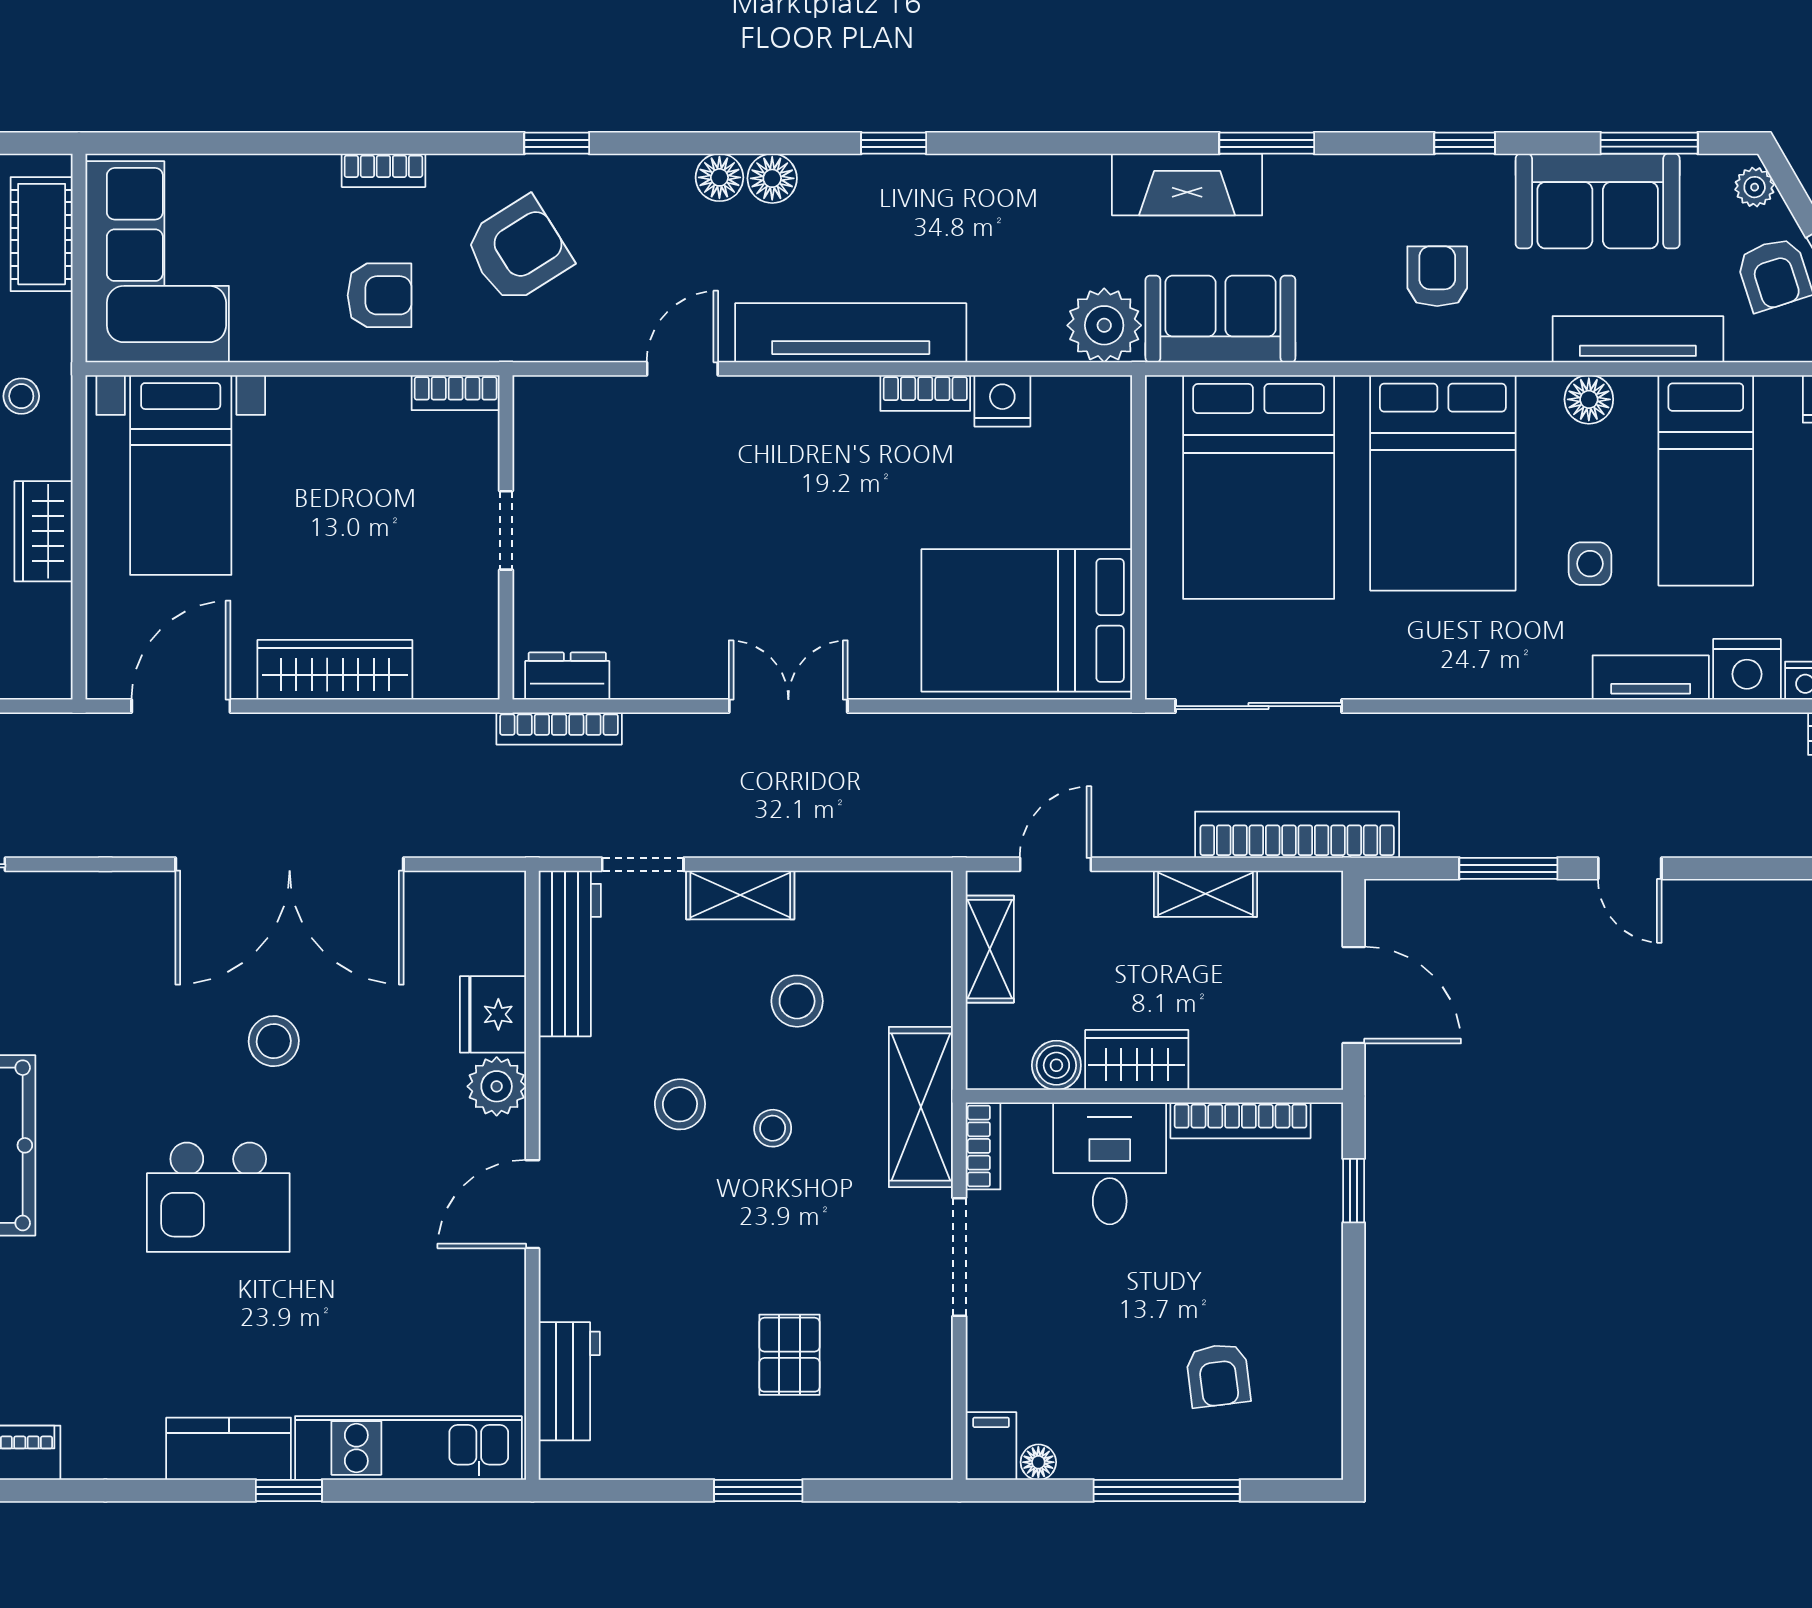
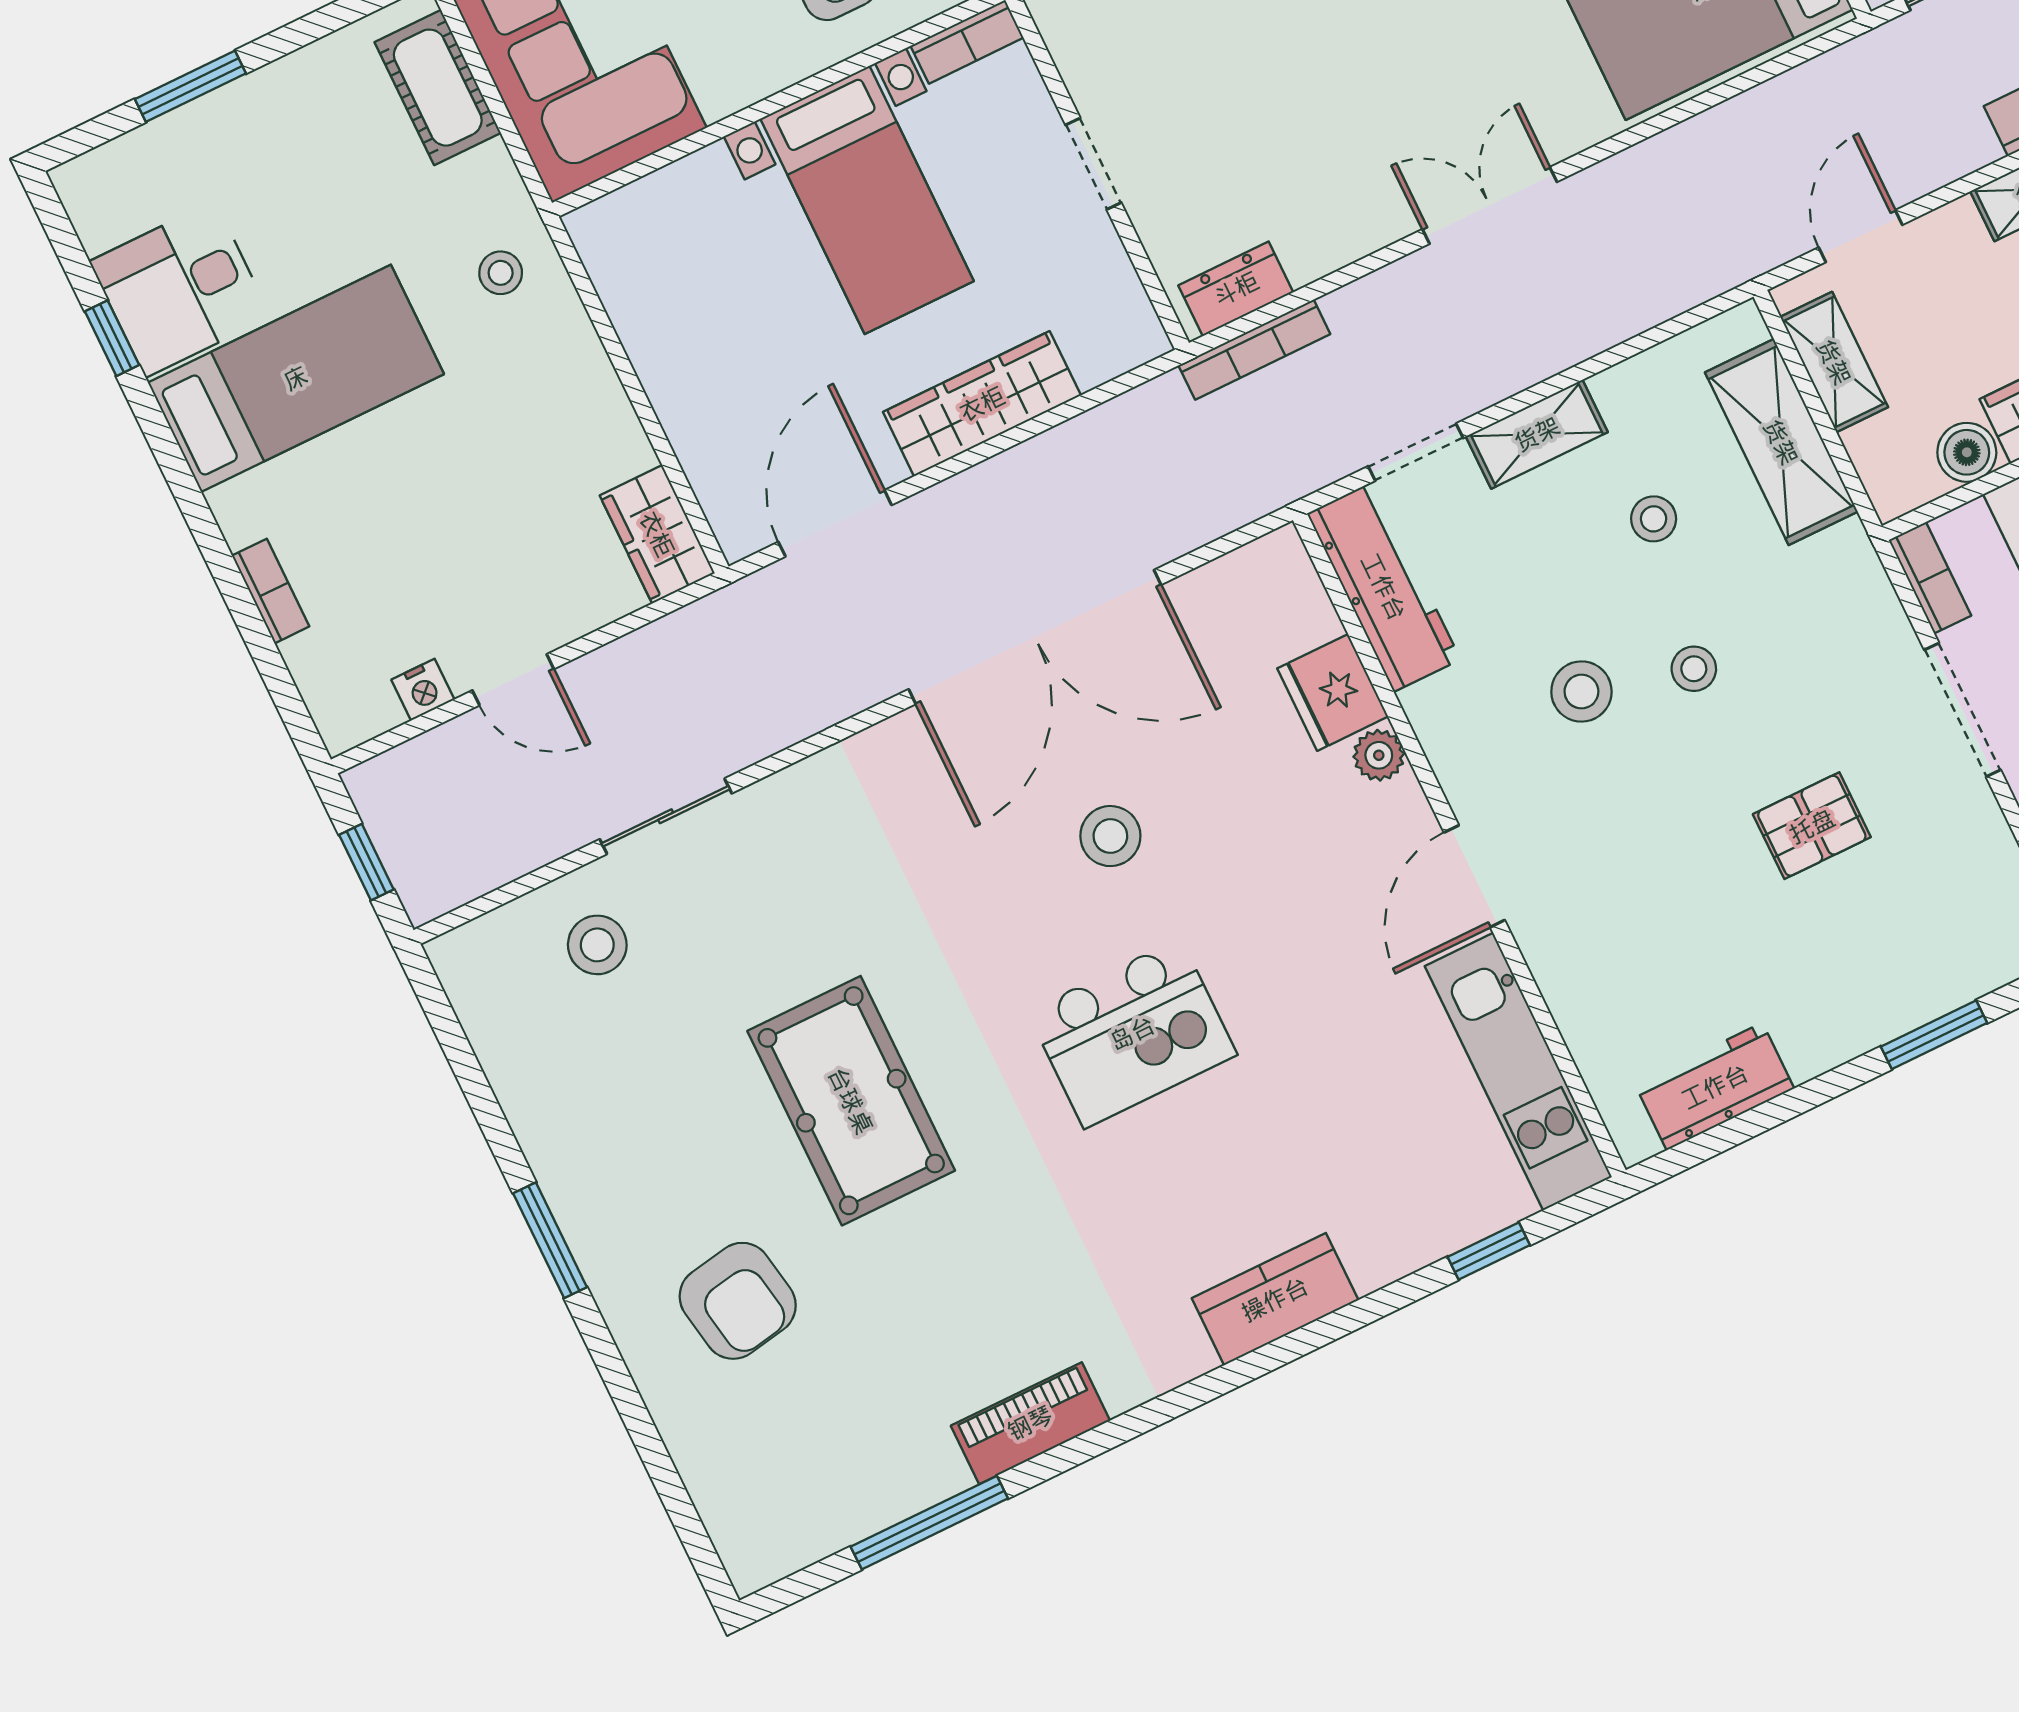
bed with nightstands: (181, 475) -> (867, 200), moved
wardrobe: (44, 531) -> (657, 534), moved
stool: (797, 1001) -> (1654, 519), width x0.73, depth x0.73
plant: (497, 1086) -> (1379, 755), width x0.73, depth x0.73
shelving: (921, 1107) -> (1781, 442), moved
pallet: (790, 1355) -> (1812, 826), moved, turned 90
workbench: (569, 1381) -> (1715, 1086), moved, turned -90
kitchen unit: (408, 1448) -> (1518, 1072), moved, turned -90
window: (289, 1490) -> (1489, 1251), moved
window: (758, 1490) -> (1934, 1035), moved

